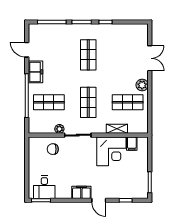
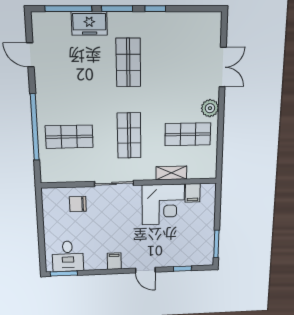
freezer: (36, 72) -> (89, 23), moved, turned 90
plant: (59, 129) -> (87, 175), removed
filing cabinet: (81, 192) -> (114, 261), width x0.50

